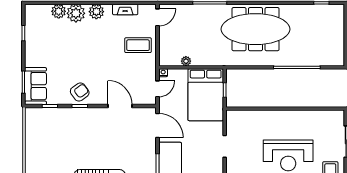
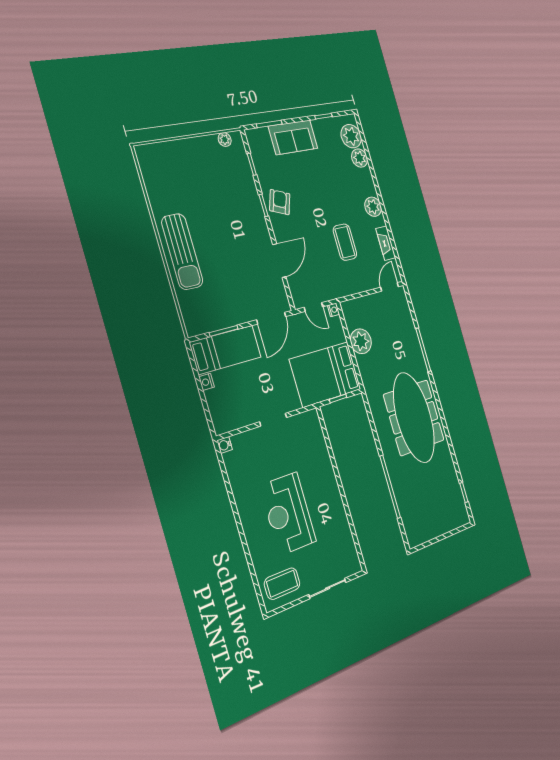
plant: (76, 13) -> (351, 136), moved
door: (158, 17) -> (390, 287), swing flipped
coffee table: (138, 45) -> (345, 242), moved
plant: (186, 61) -> (361, 341), width x1.87, depth x1.87
sofa: (35, 86) -> (293, 137), moved
armchair: (80, 92) -> (280, 202), turned -123
plant: (30, 122) -> (225, 140), added

